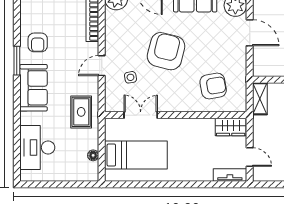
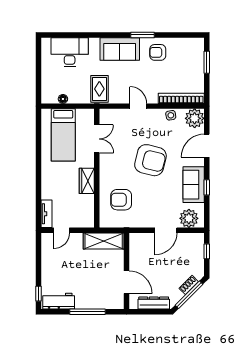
side table: (130, 77) -> (171, 115), moved
armchair: (213, 86) -> (121, 200), turned 100
shelving: (260, 99) -> (104, 241), width x1.50, depth x1.33
rug: (81, 112) -> (99, 89), turned 90
wardrobe: (231, 127) -> (87, 181), moved

